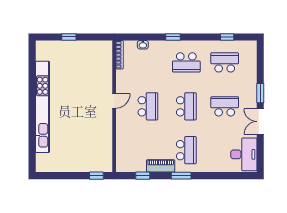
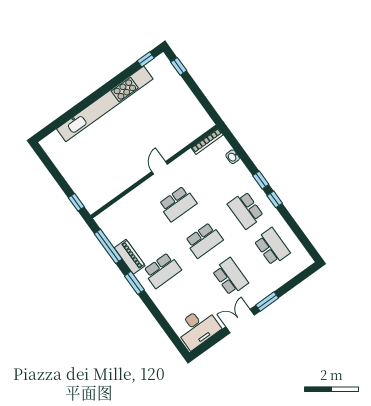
window: (69, 37) -> (179, 66), moved
window: (227, 37) -> (275, 199), moved
window: (32, 56) -> (146, 59), added
door: (114, 101) -> (160, 168), swing flipped
window: (143, 176) -> (108, 246), width x2.17

